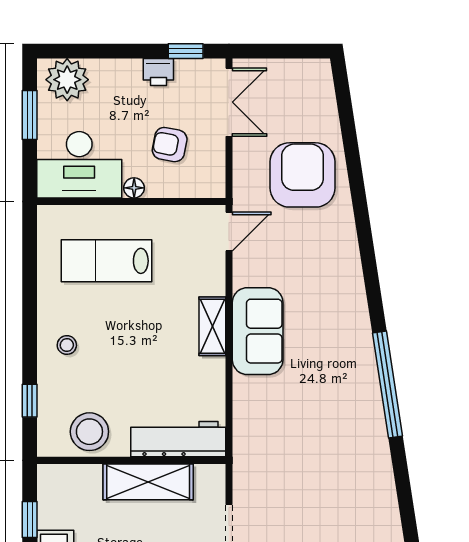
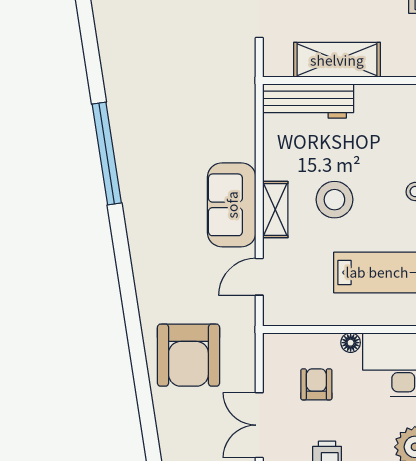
armchair: (170, 145) -> (316, 384), turned -101
door: (229, 231) -> (259, 277), moved
stool: (89, 432) -> (334, 200), moved

